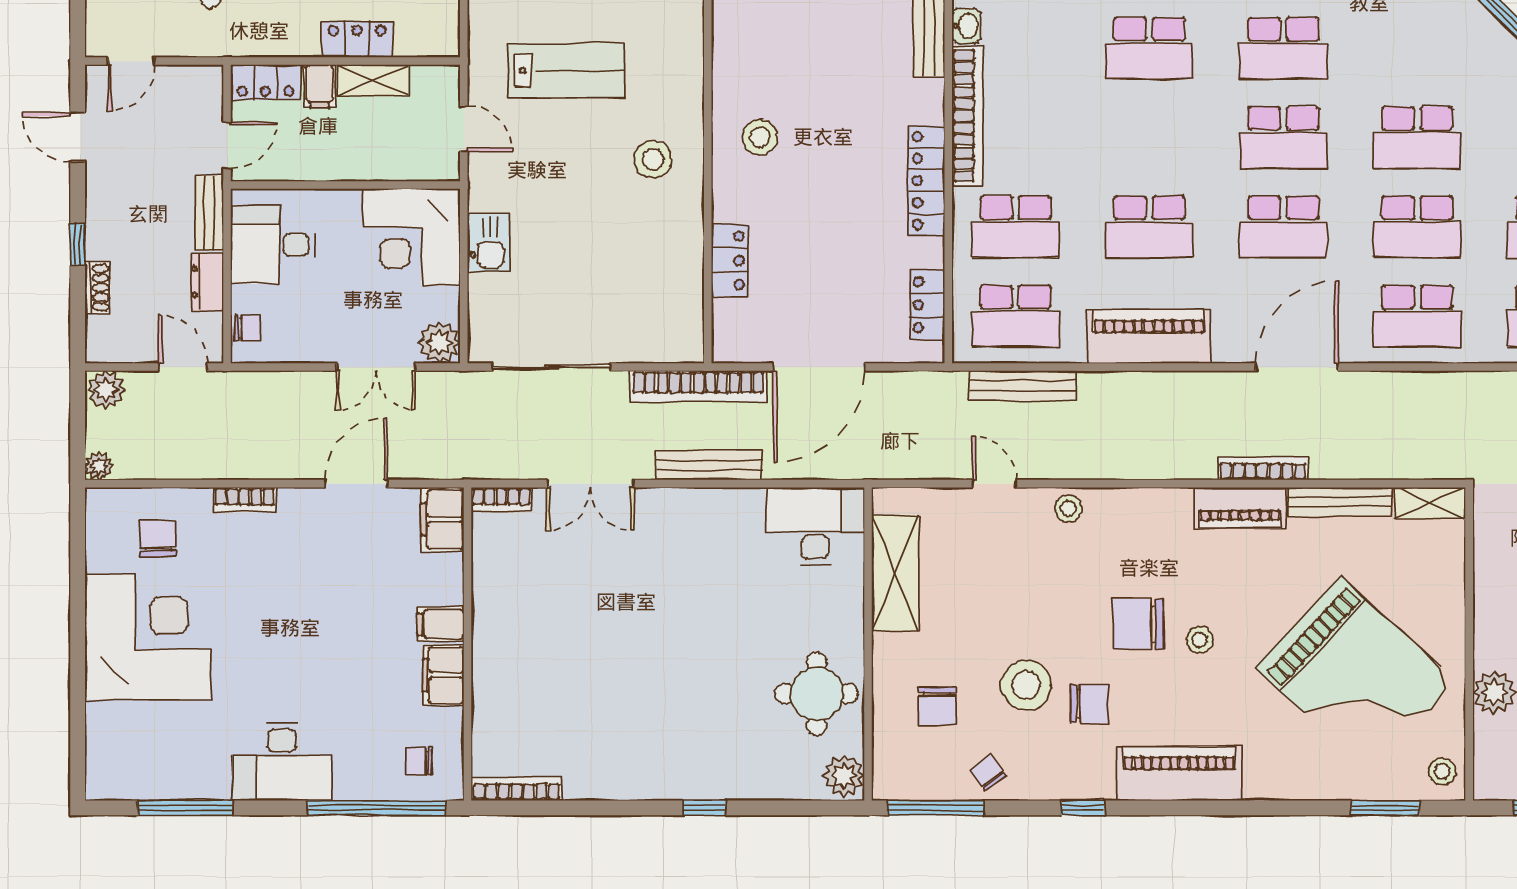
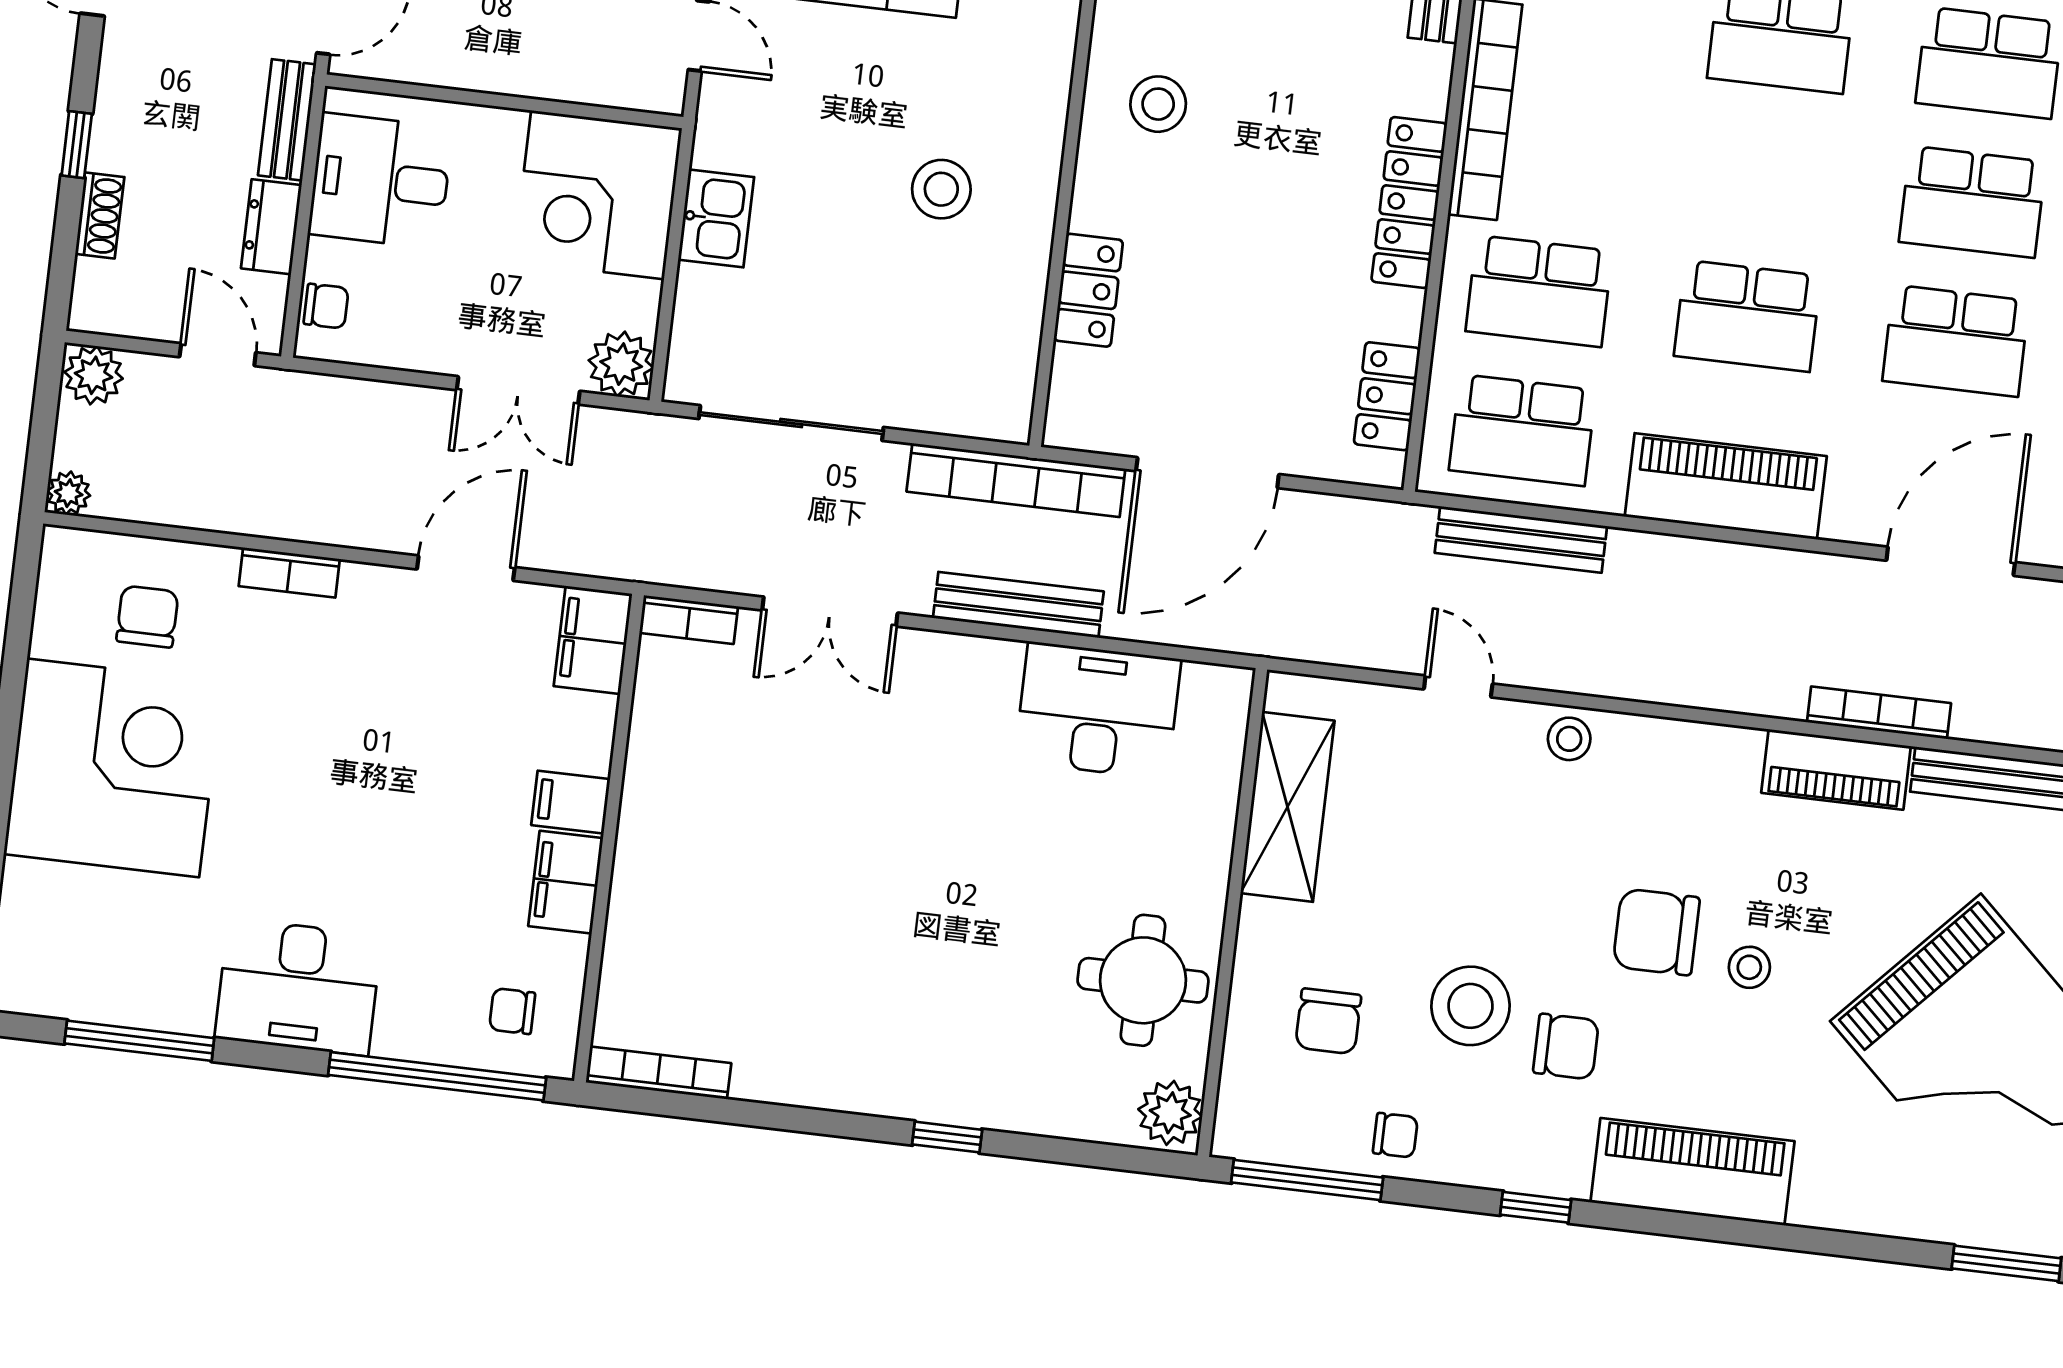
stool: (653, 159) -> (941, 189), moved
desk: (815, 526) -> (1098, 710), moved
chair: (988, 773) -> (1395, 1135), turned 127

